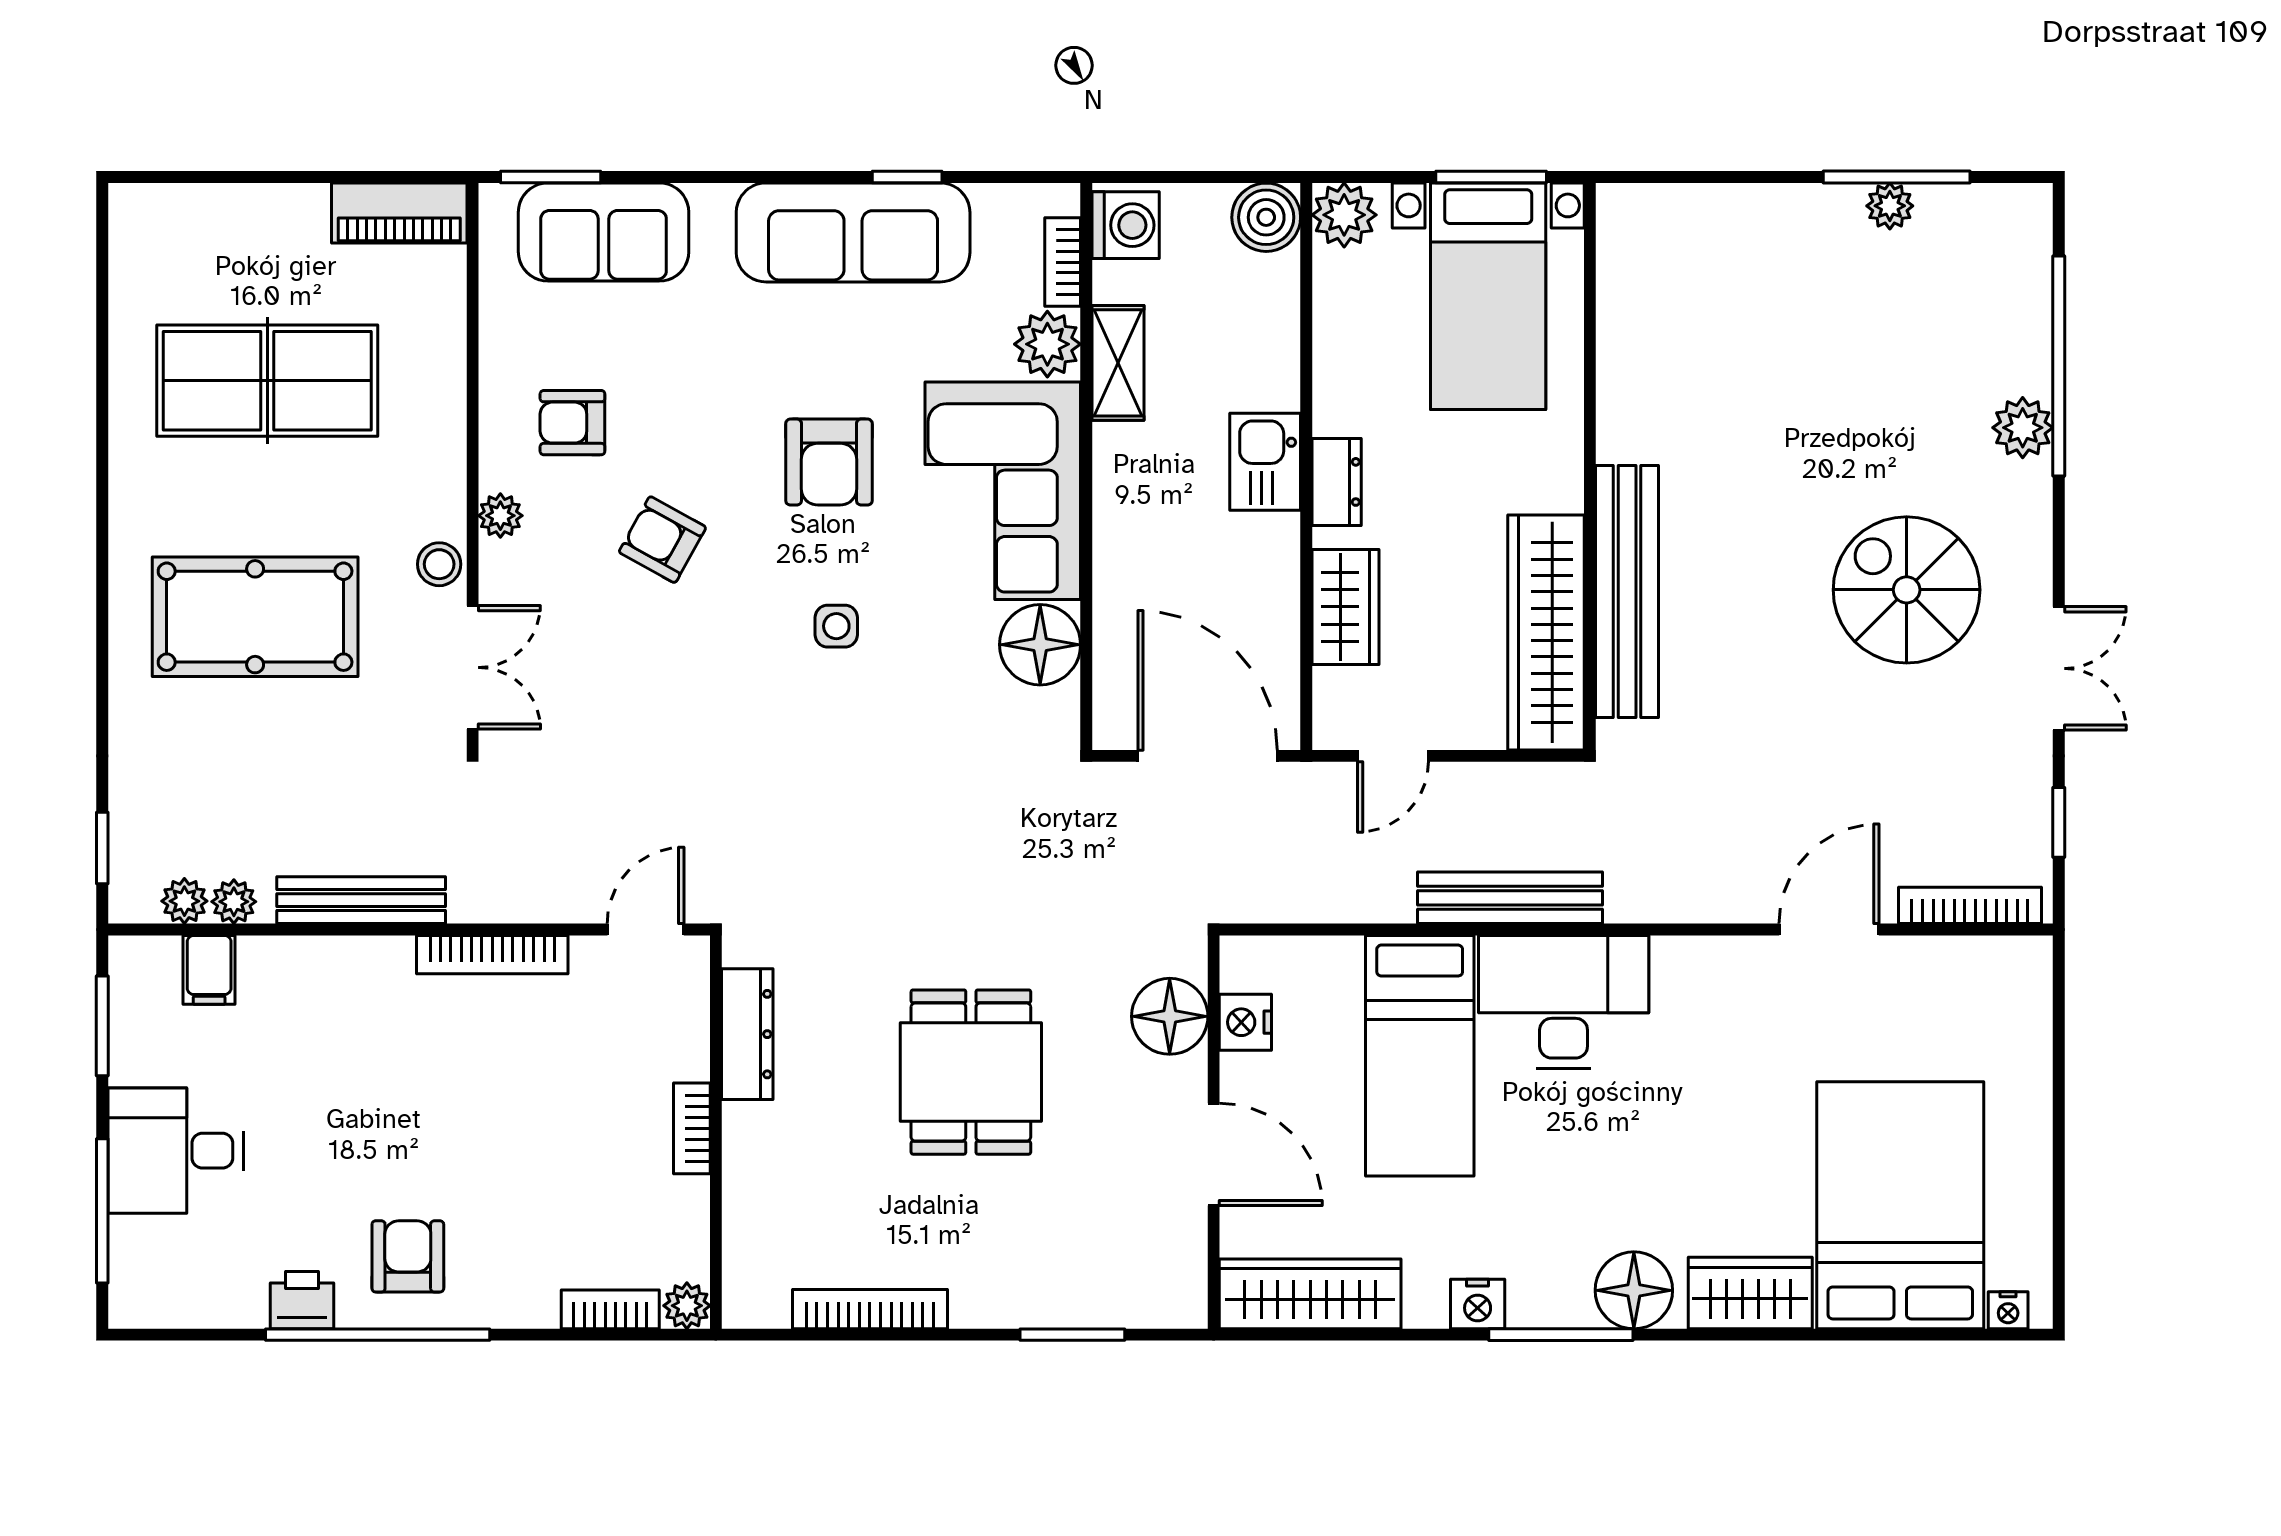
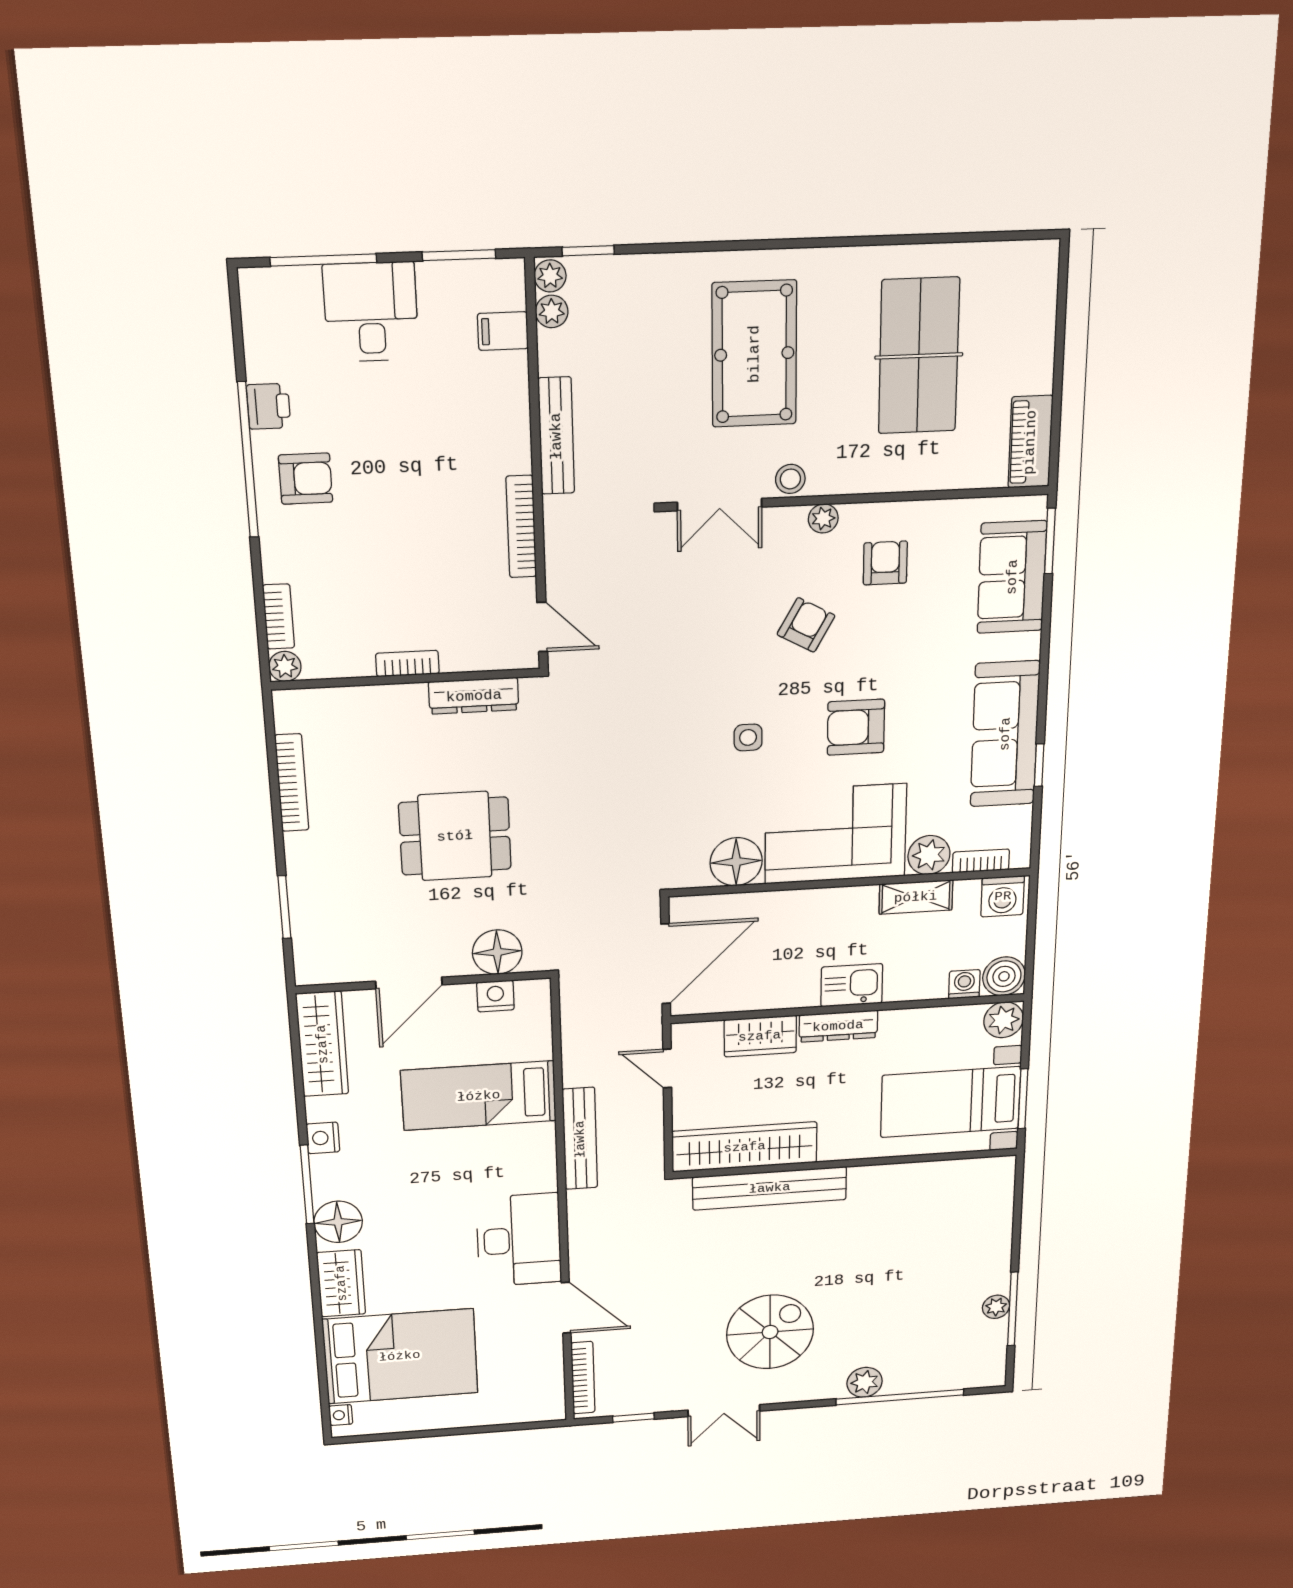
washing machine: (1276, 281) -> (964, 984), added
dresser: (1337, 482) -> (838, 1026), width x1.44
plant: (234, 902) -> (550, 276), moved
desk: (1564, 1002) -> (519, 1240), moved

